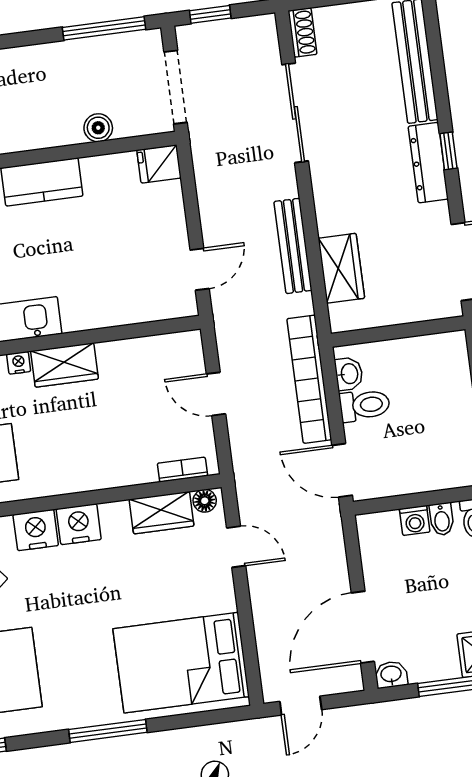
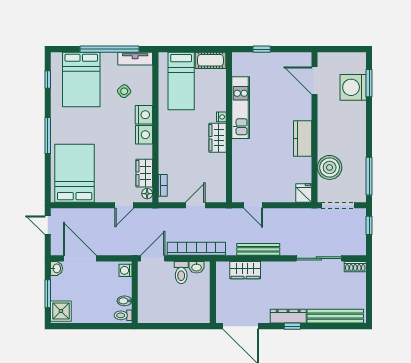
boiler: (98, 128) -> (330, 167), width x1.86, depth x1.86
washing machine: (415, 520) -> (125, 270), moved

